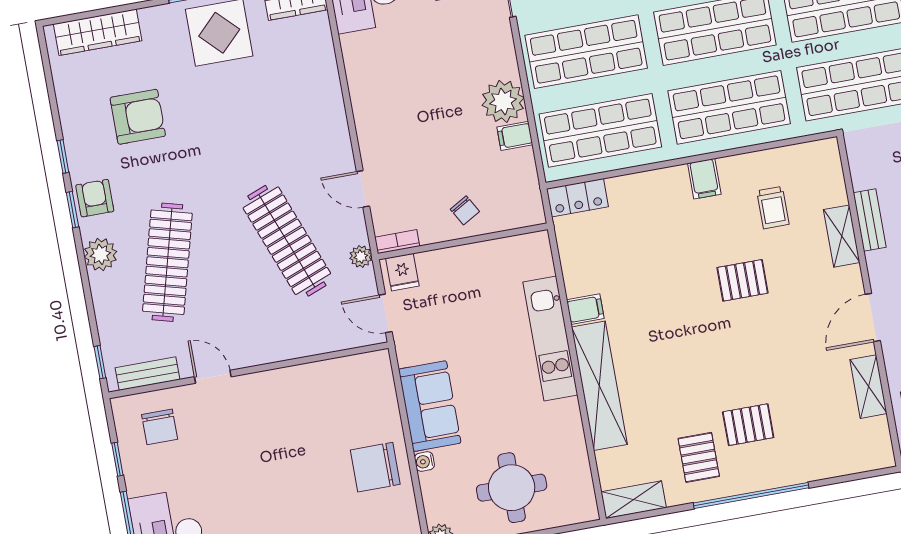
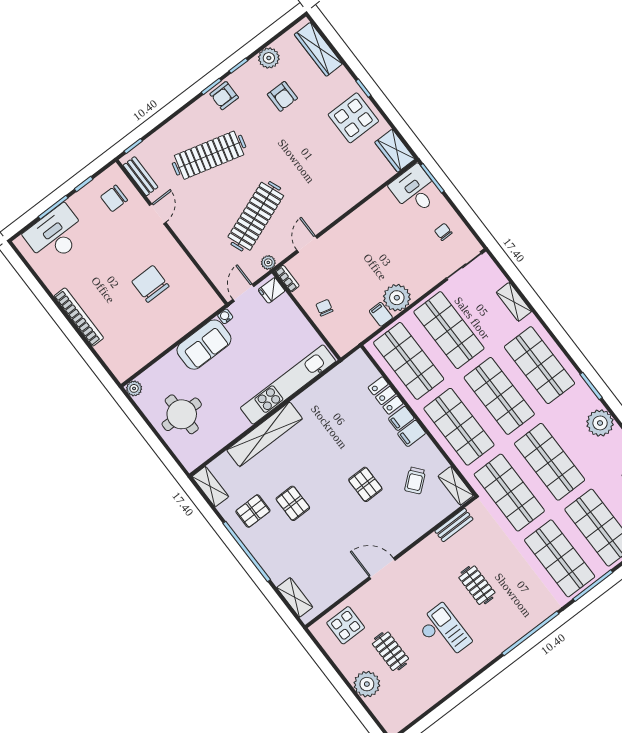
armchair: (138, 117) -> (282, 96), width x0.72, depth x0.72
armchair: (95, 198) -> (224, 96), turned 180
locker: (577, 198) -> (386, 396), moved
trolley: (773, 208) -> (415, 480), turned -40
chair: (465, 210) -> (324, 308), turned 134
bench: (870, 220) -> (454, 525), moved
shelving: (842, 236) -> (456, 486), moved, turned 90
plant: (100, 254) -> (269, 58), moved
filing cabinet: (585, 309) -> (401, 418), moved, turned 90
kitchen unit: (550, 339) -> (288, 384), width x1.36
shelving: (868, 387) -> (295, 597), moved, turned 90
pallet: (748, 425) -> (293, 503), moved
water cooler: (424, 462) -> (225, 316), moved
chair: (375, 467) -> (150, 284), moved

